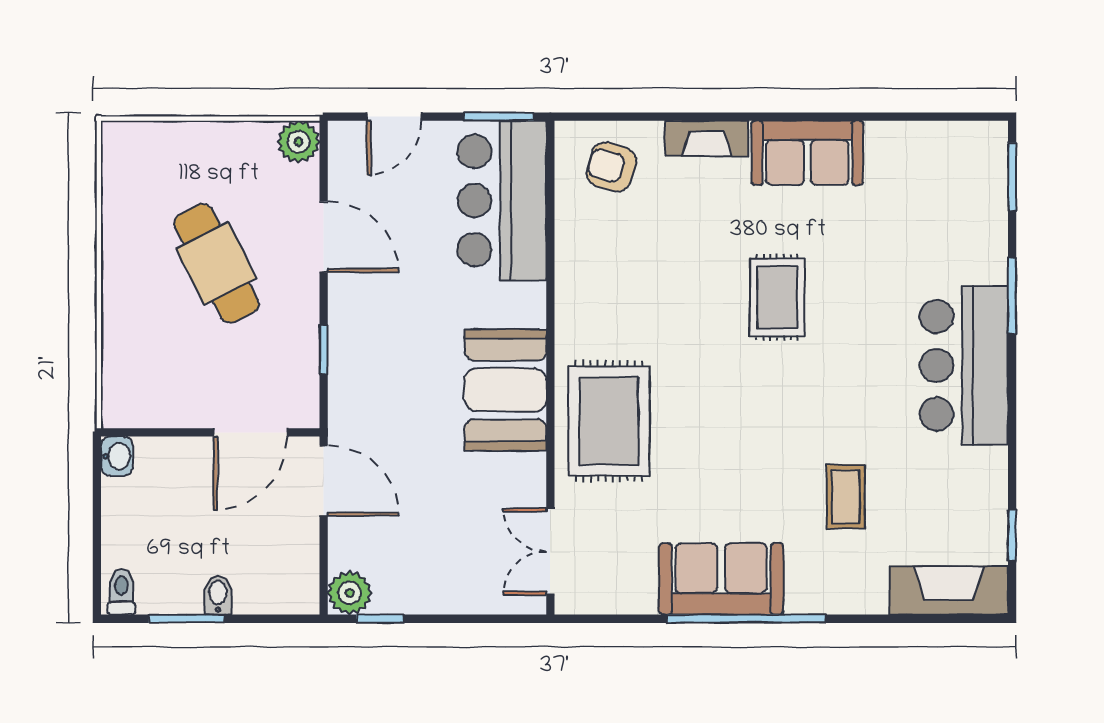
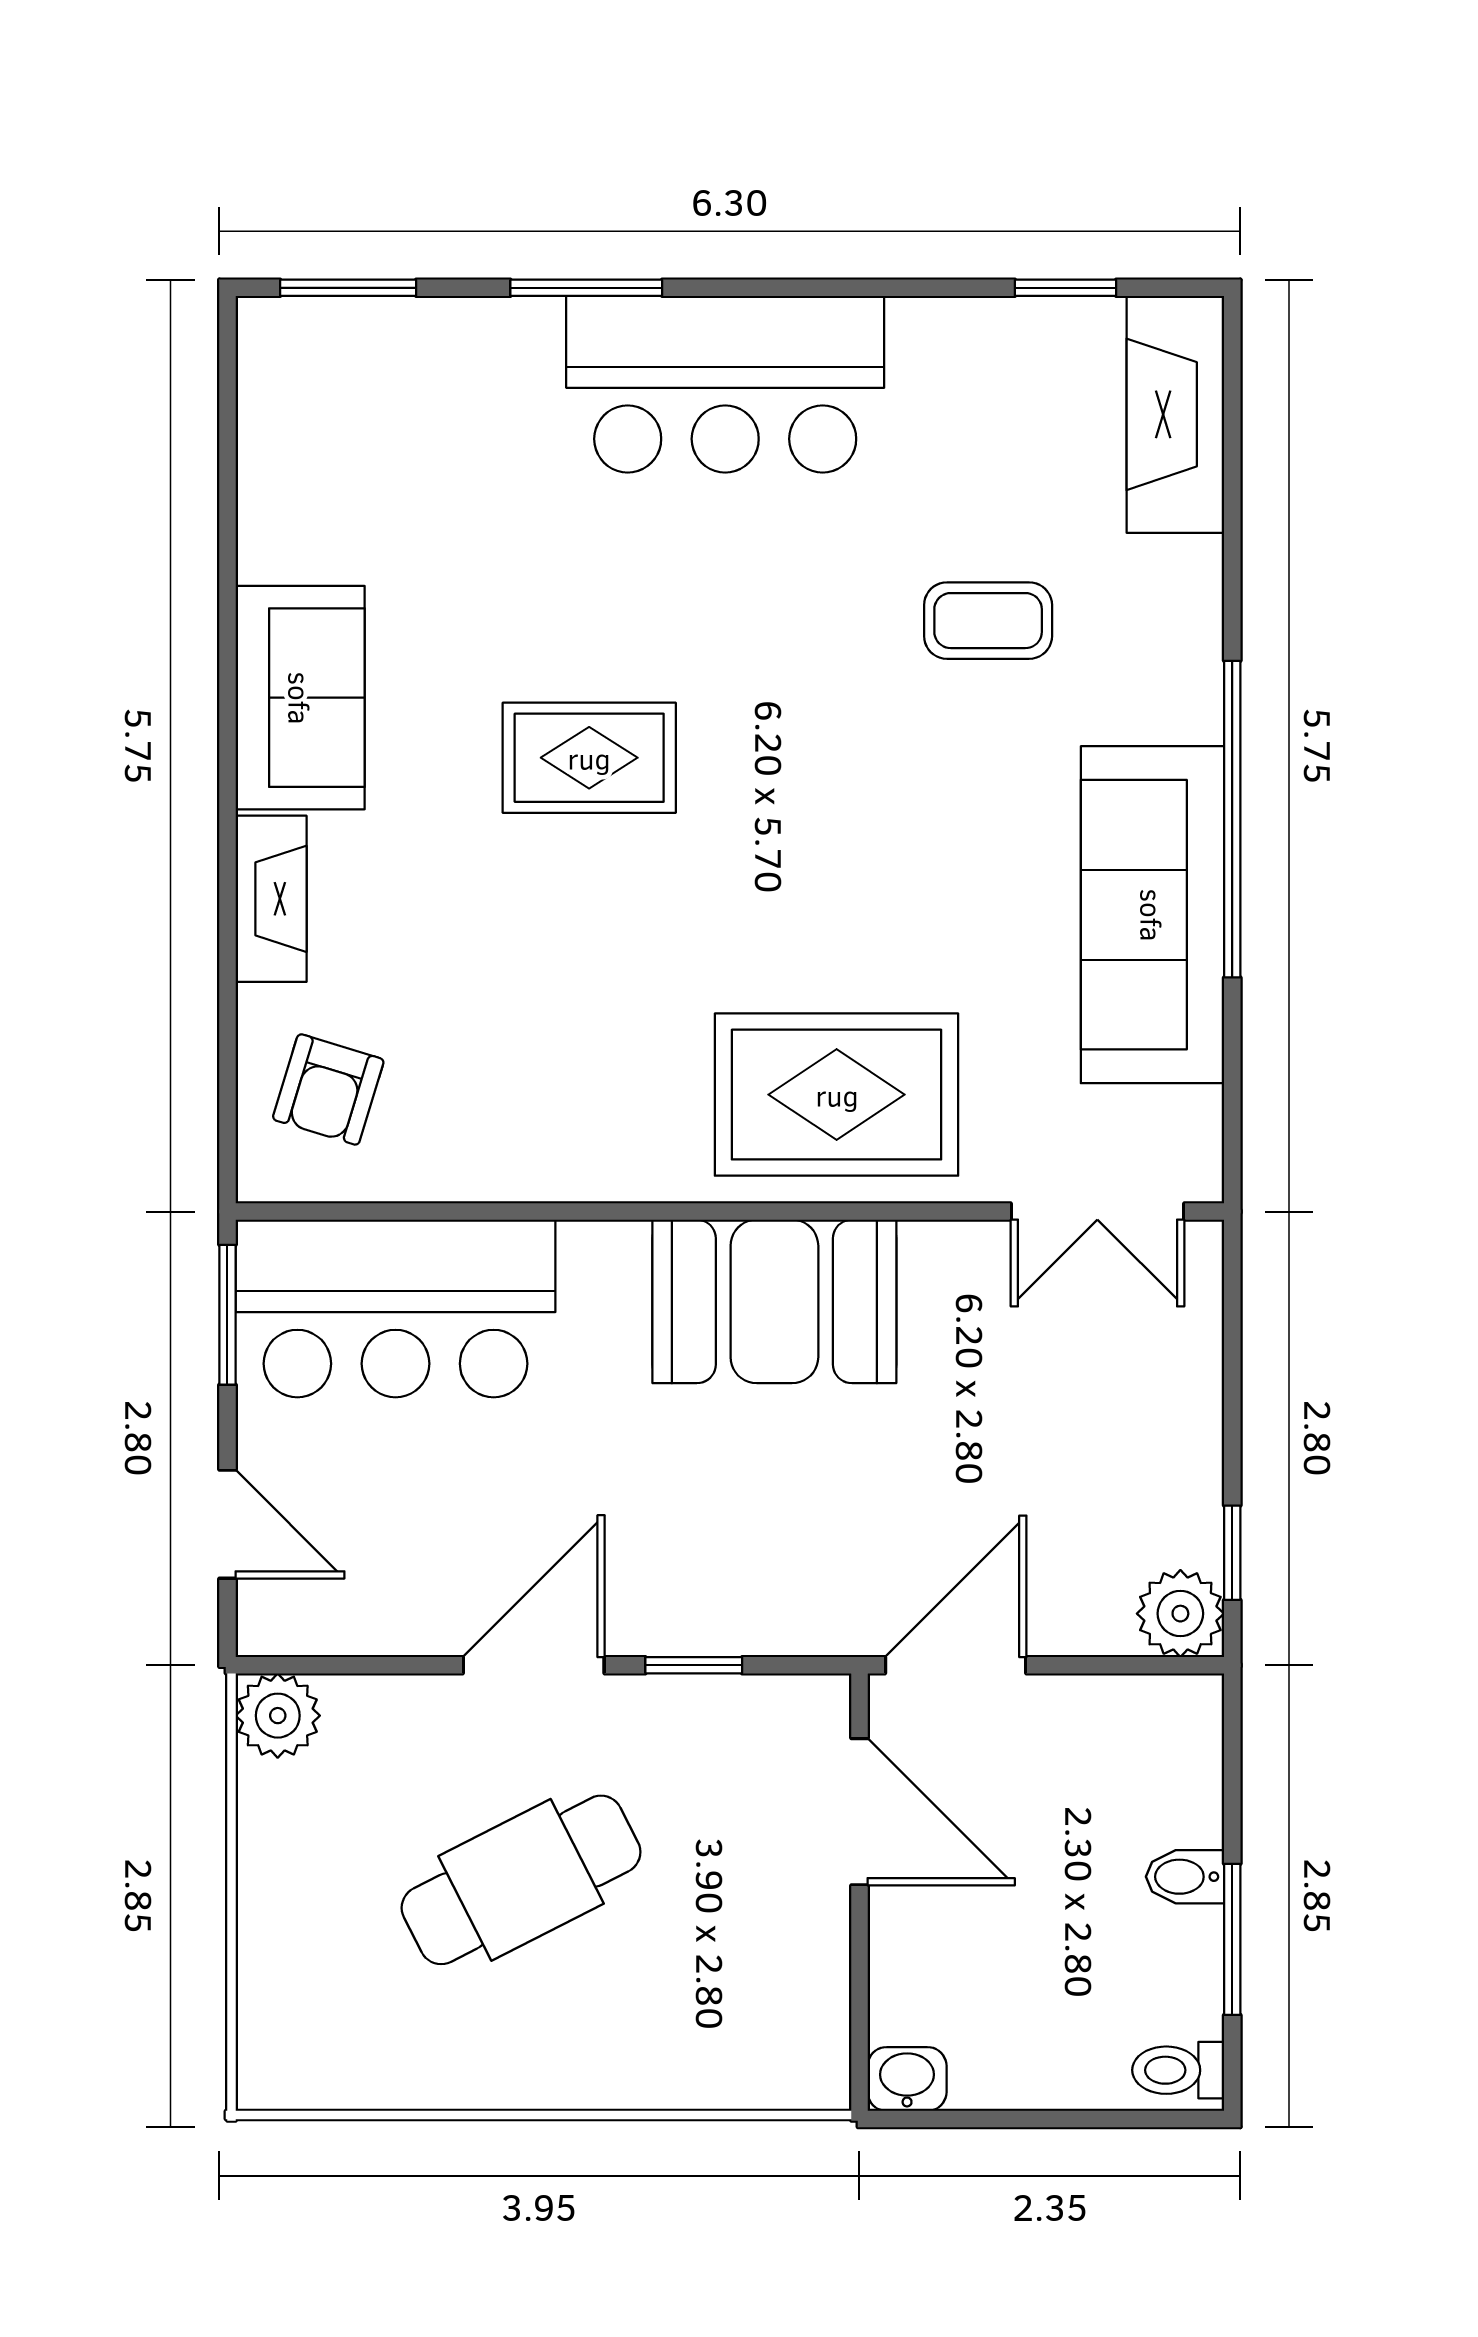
door: (324, 237) -> (534, 1665), moved
sofa: (721, 579) -> (1152, 915), width x1.36

